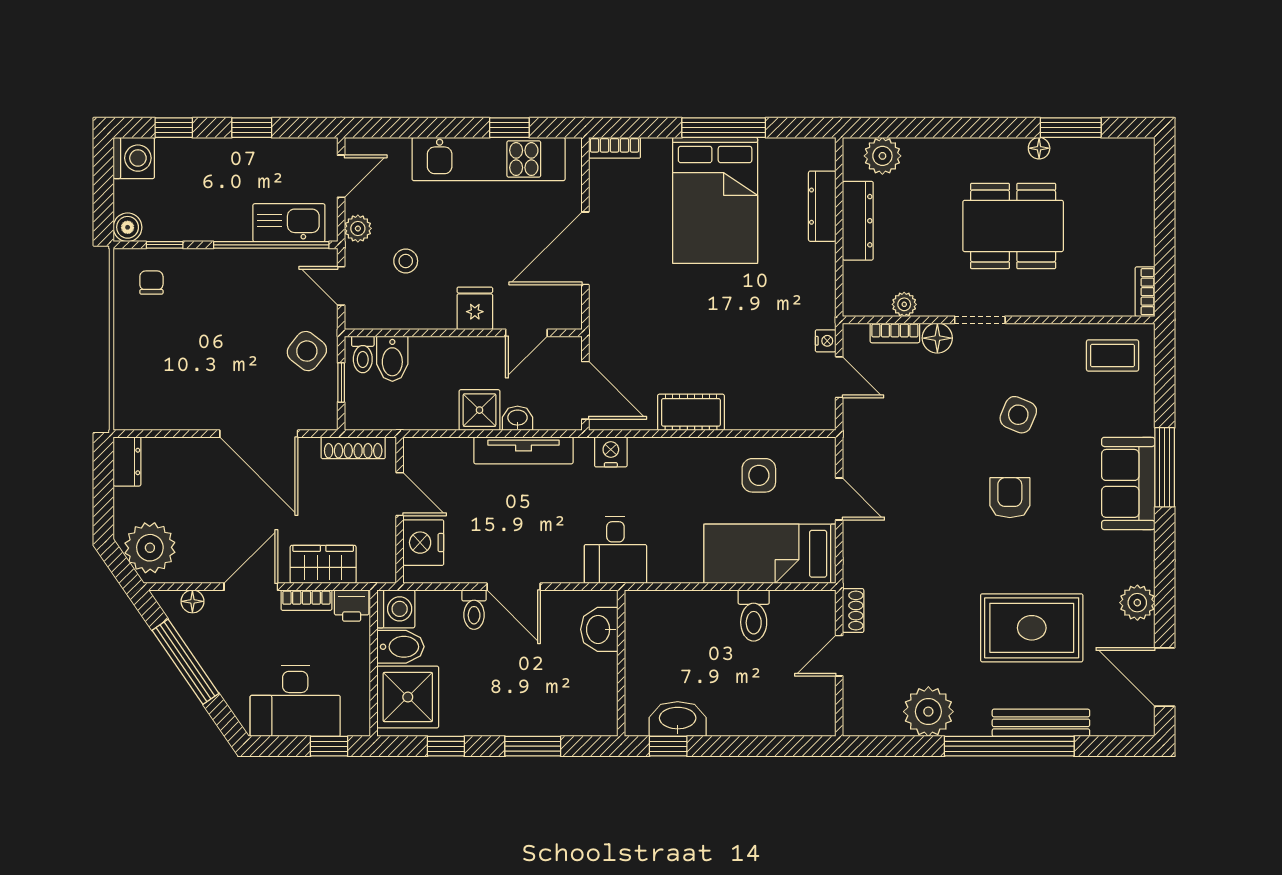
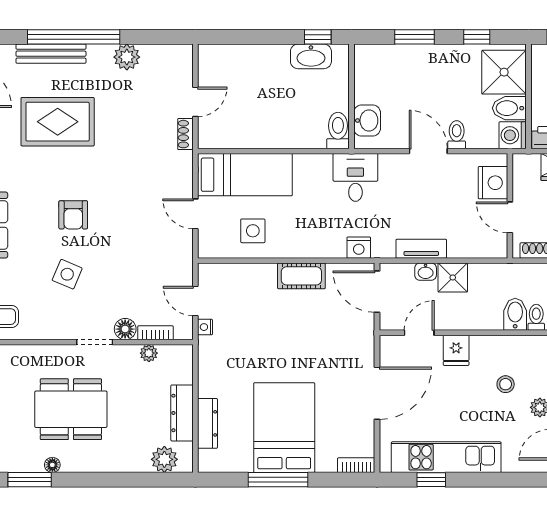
tv unit: (523, 450) -> (421, 249), width x0.71
toilet: (754, 616) -> (338, 130), moved
plant: (928, 712) -> (127, 57), width x0.73, depth x0.73

